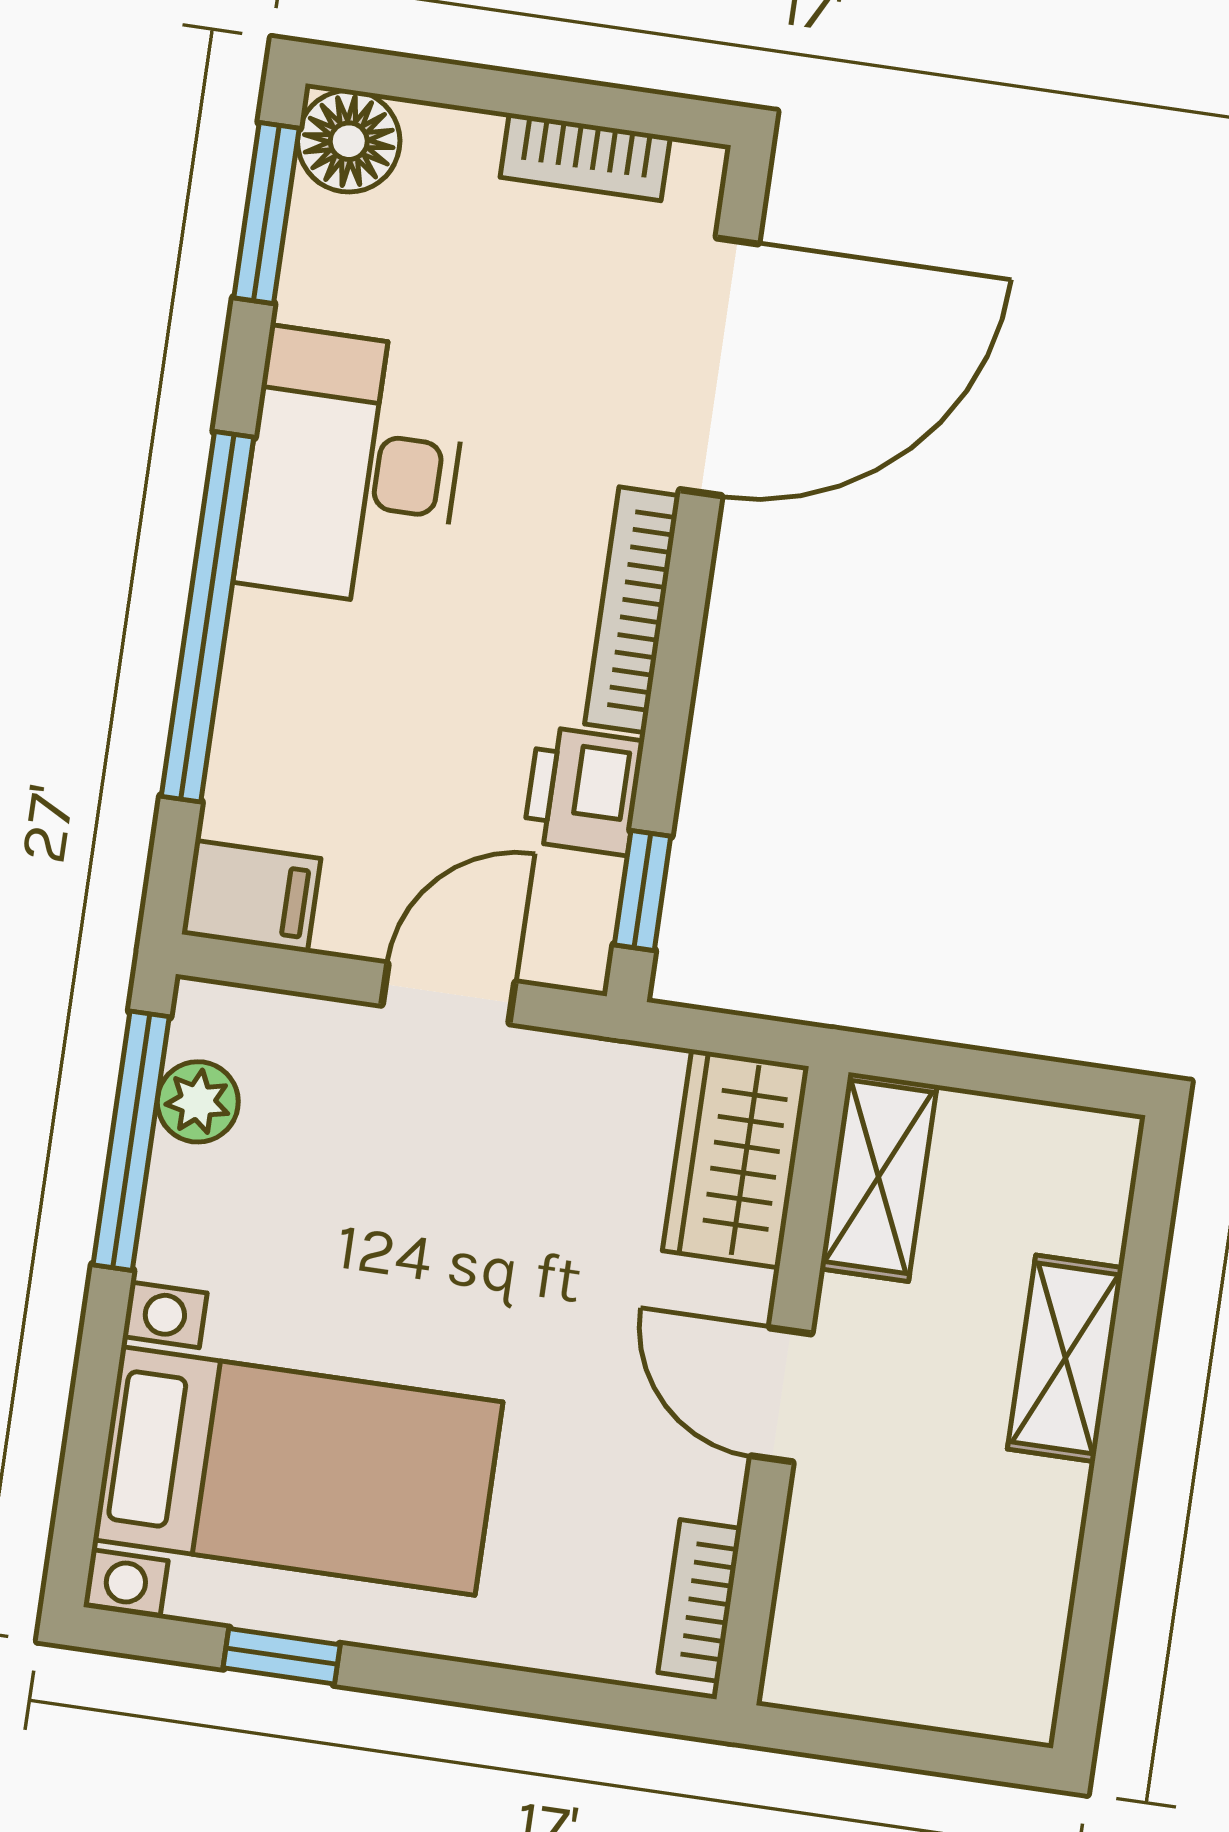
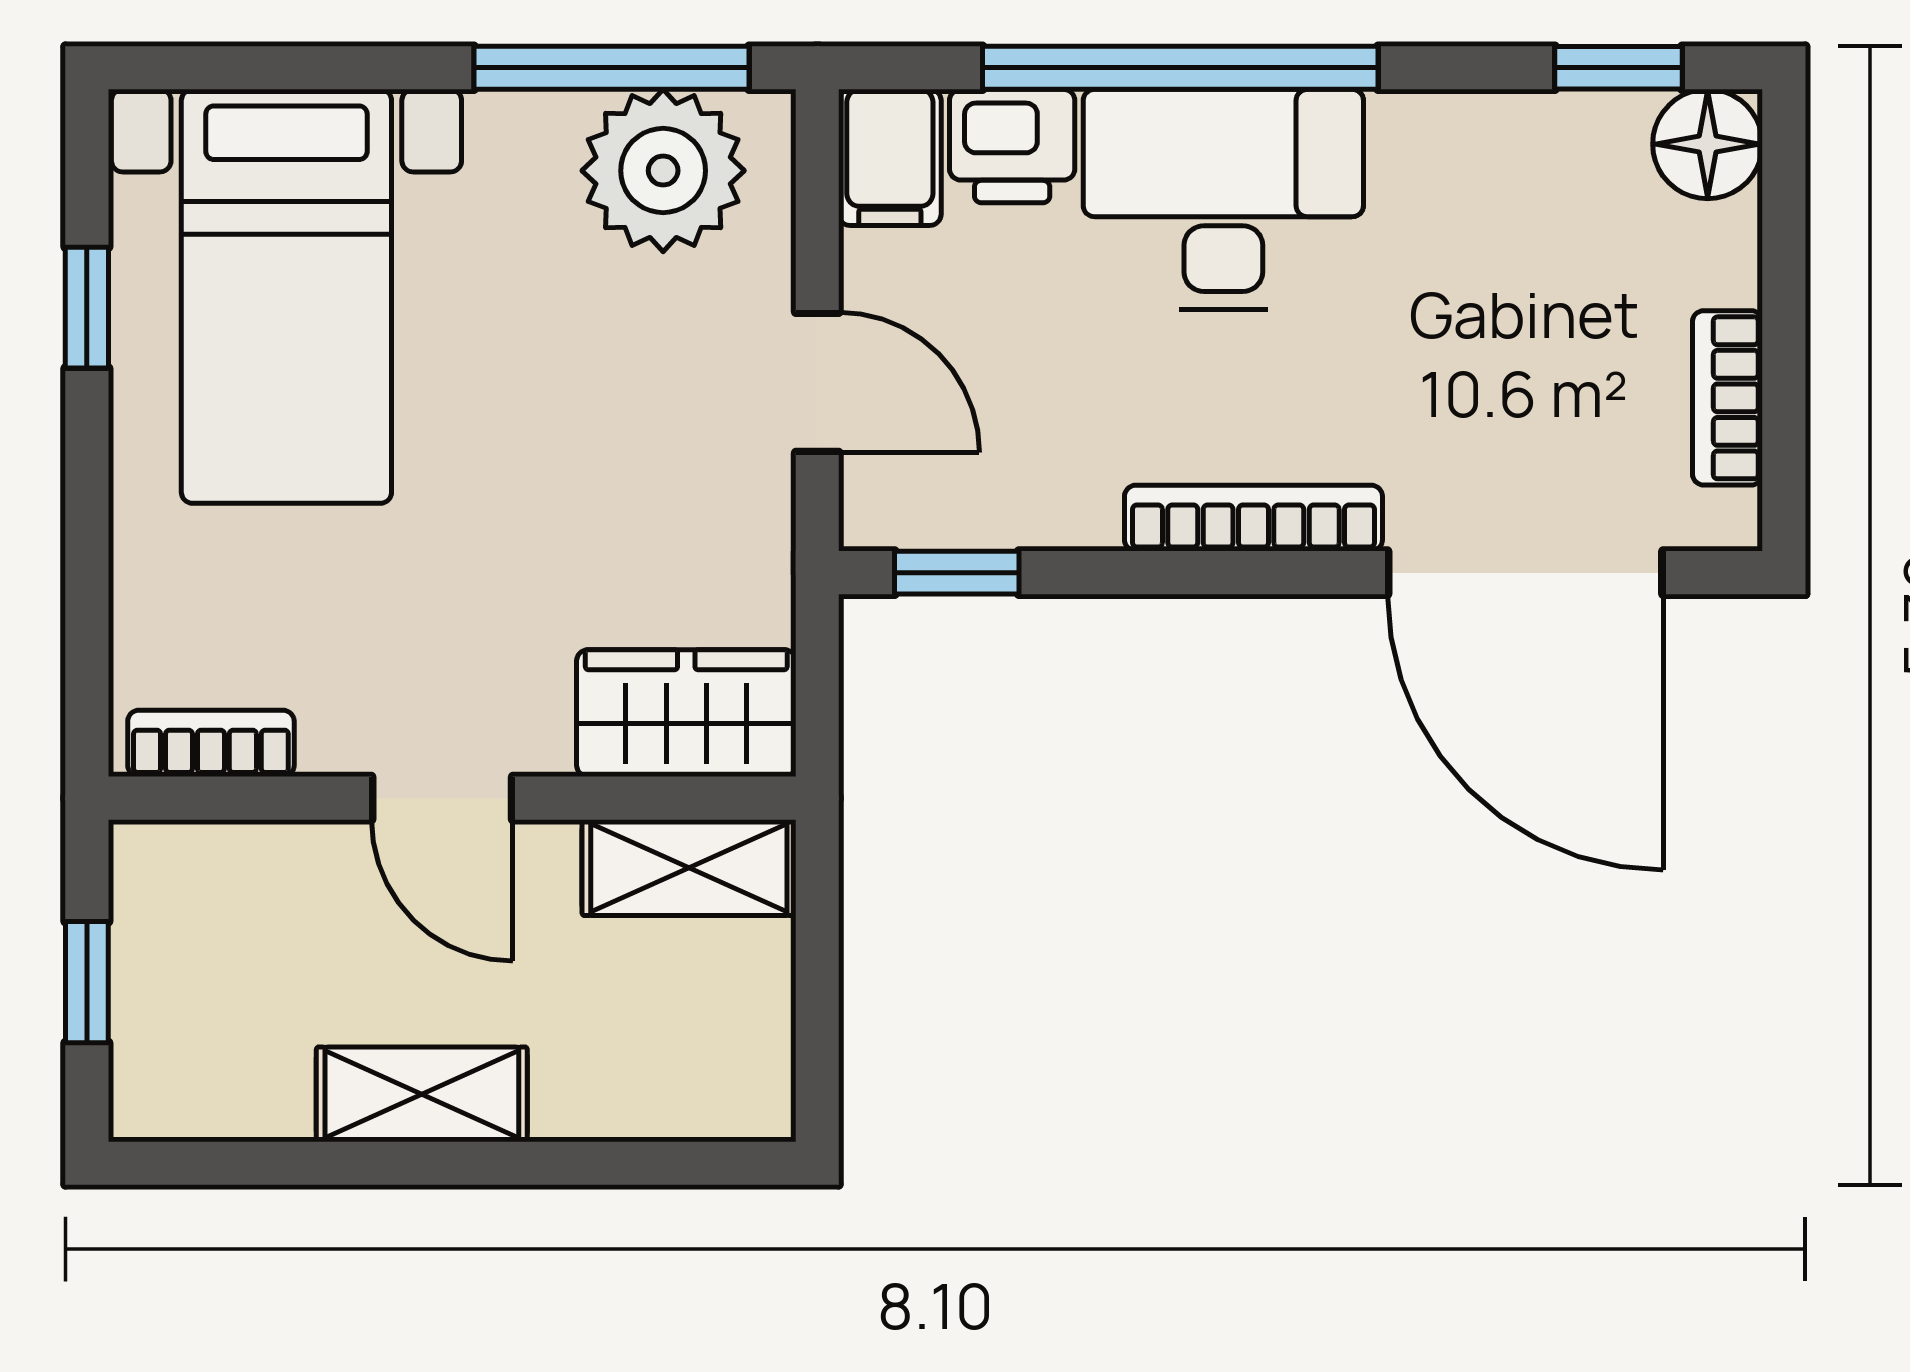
window: (266, 213) -> (1619, 68), width x0.67
desk: (353, 468) -> (1223, 199), moved
printer: (583, 791) -> (1012, 146), moved, turned 180
plant: (198, 1102) -> (663, 171), width x1.88, depth x1.88
shelving: (1065, 1358) -> (422, 1094), moved
door: (781, 1395) -> (442, 798), swing flipped
window: (903, 1747) -> (87, 982), added

